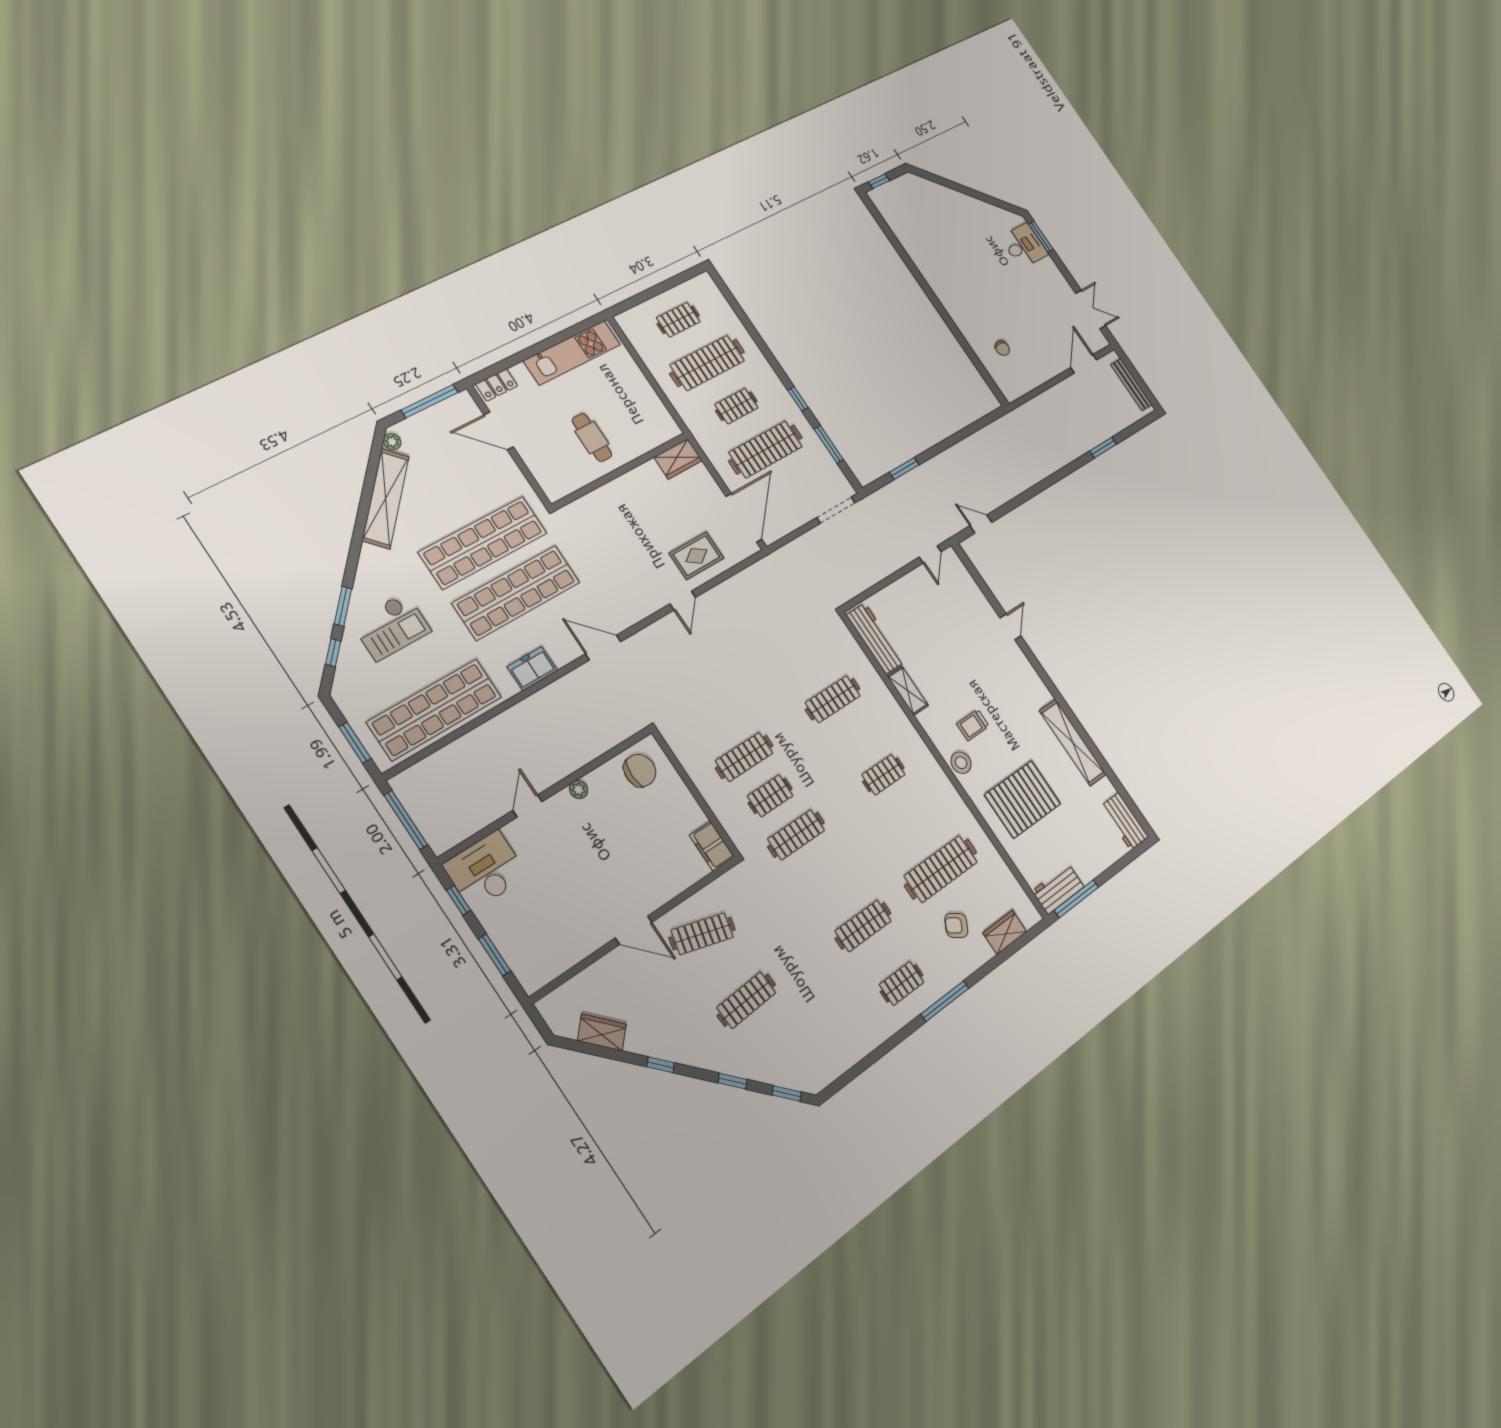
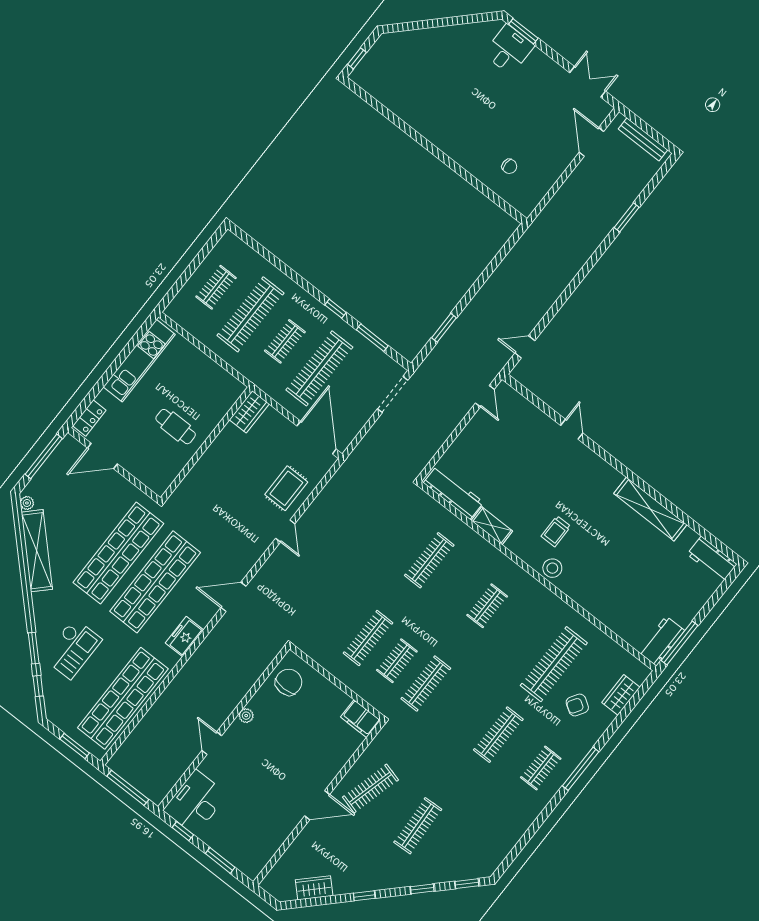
pallet: (1023, 799) -> (614, 577), removed

